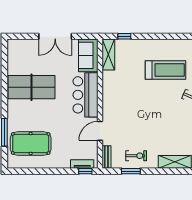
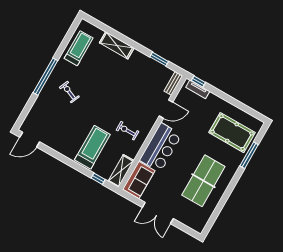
double door: (55, 36) -> (158, 213), swing flipped
treadmill: (166, 70) -> (92, 147), moved, turned 90
table tennis table: (32, 87) -> (203, 181), turned 90
exercise bike: (136, 156) -> (127, 131), moved

